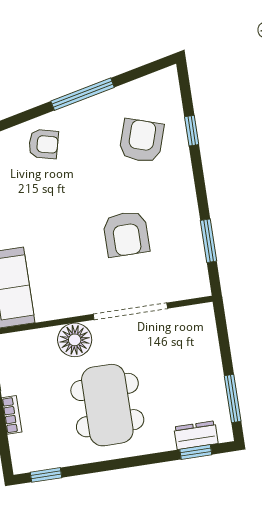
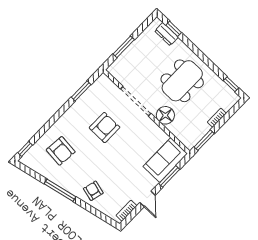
window: (192, 131) -> (25, 149), moved
armchair: (141, 141) -> (61, 151), turned -103
window: (233, 398) -> (124, 47), moved

